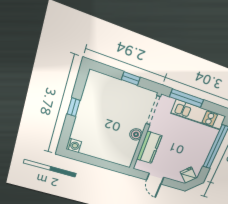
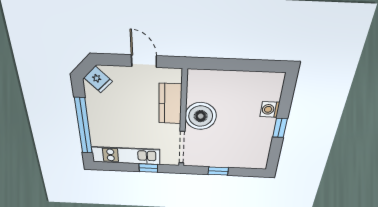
window: (187, 98) -> (148, 168), width x0.46
boiler: (136, 134) -> (201, 116), width x1.86, depth x1.86
washing machine: (74, 145) -> (270, 109), moved

